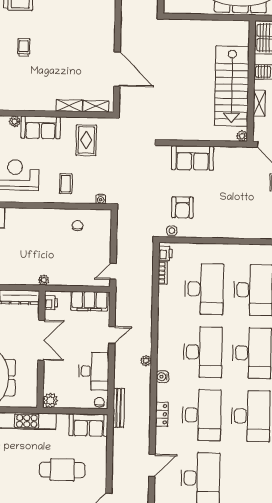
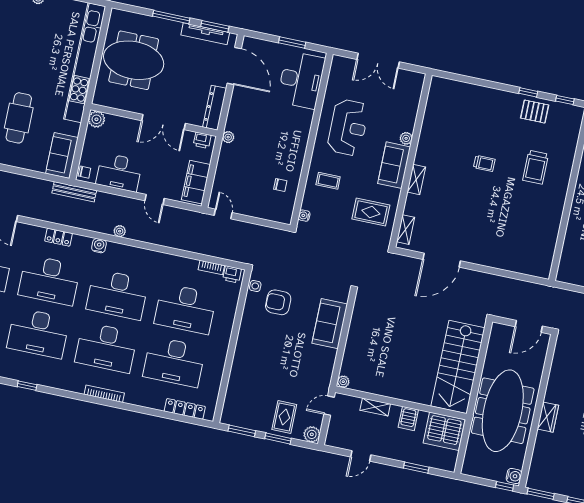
stairs: (232, 86) -> (458, 367), moved, turned -90
shelving: (69, 106) -> (416, 180), moved

